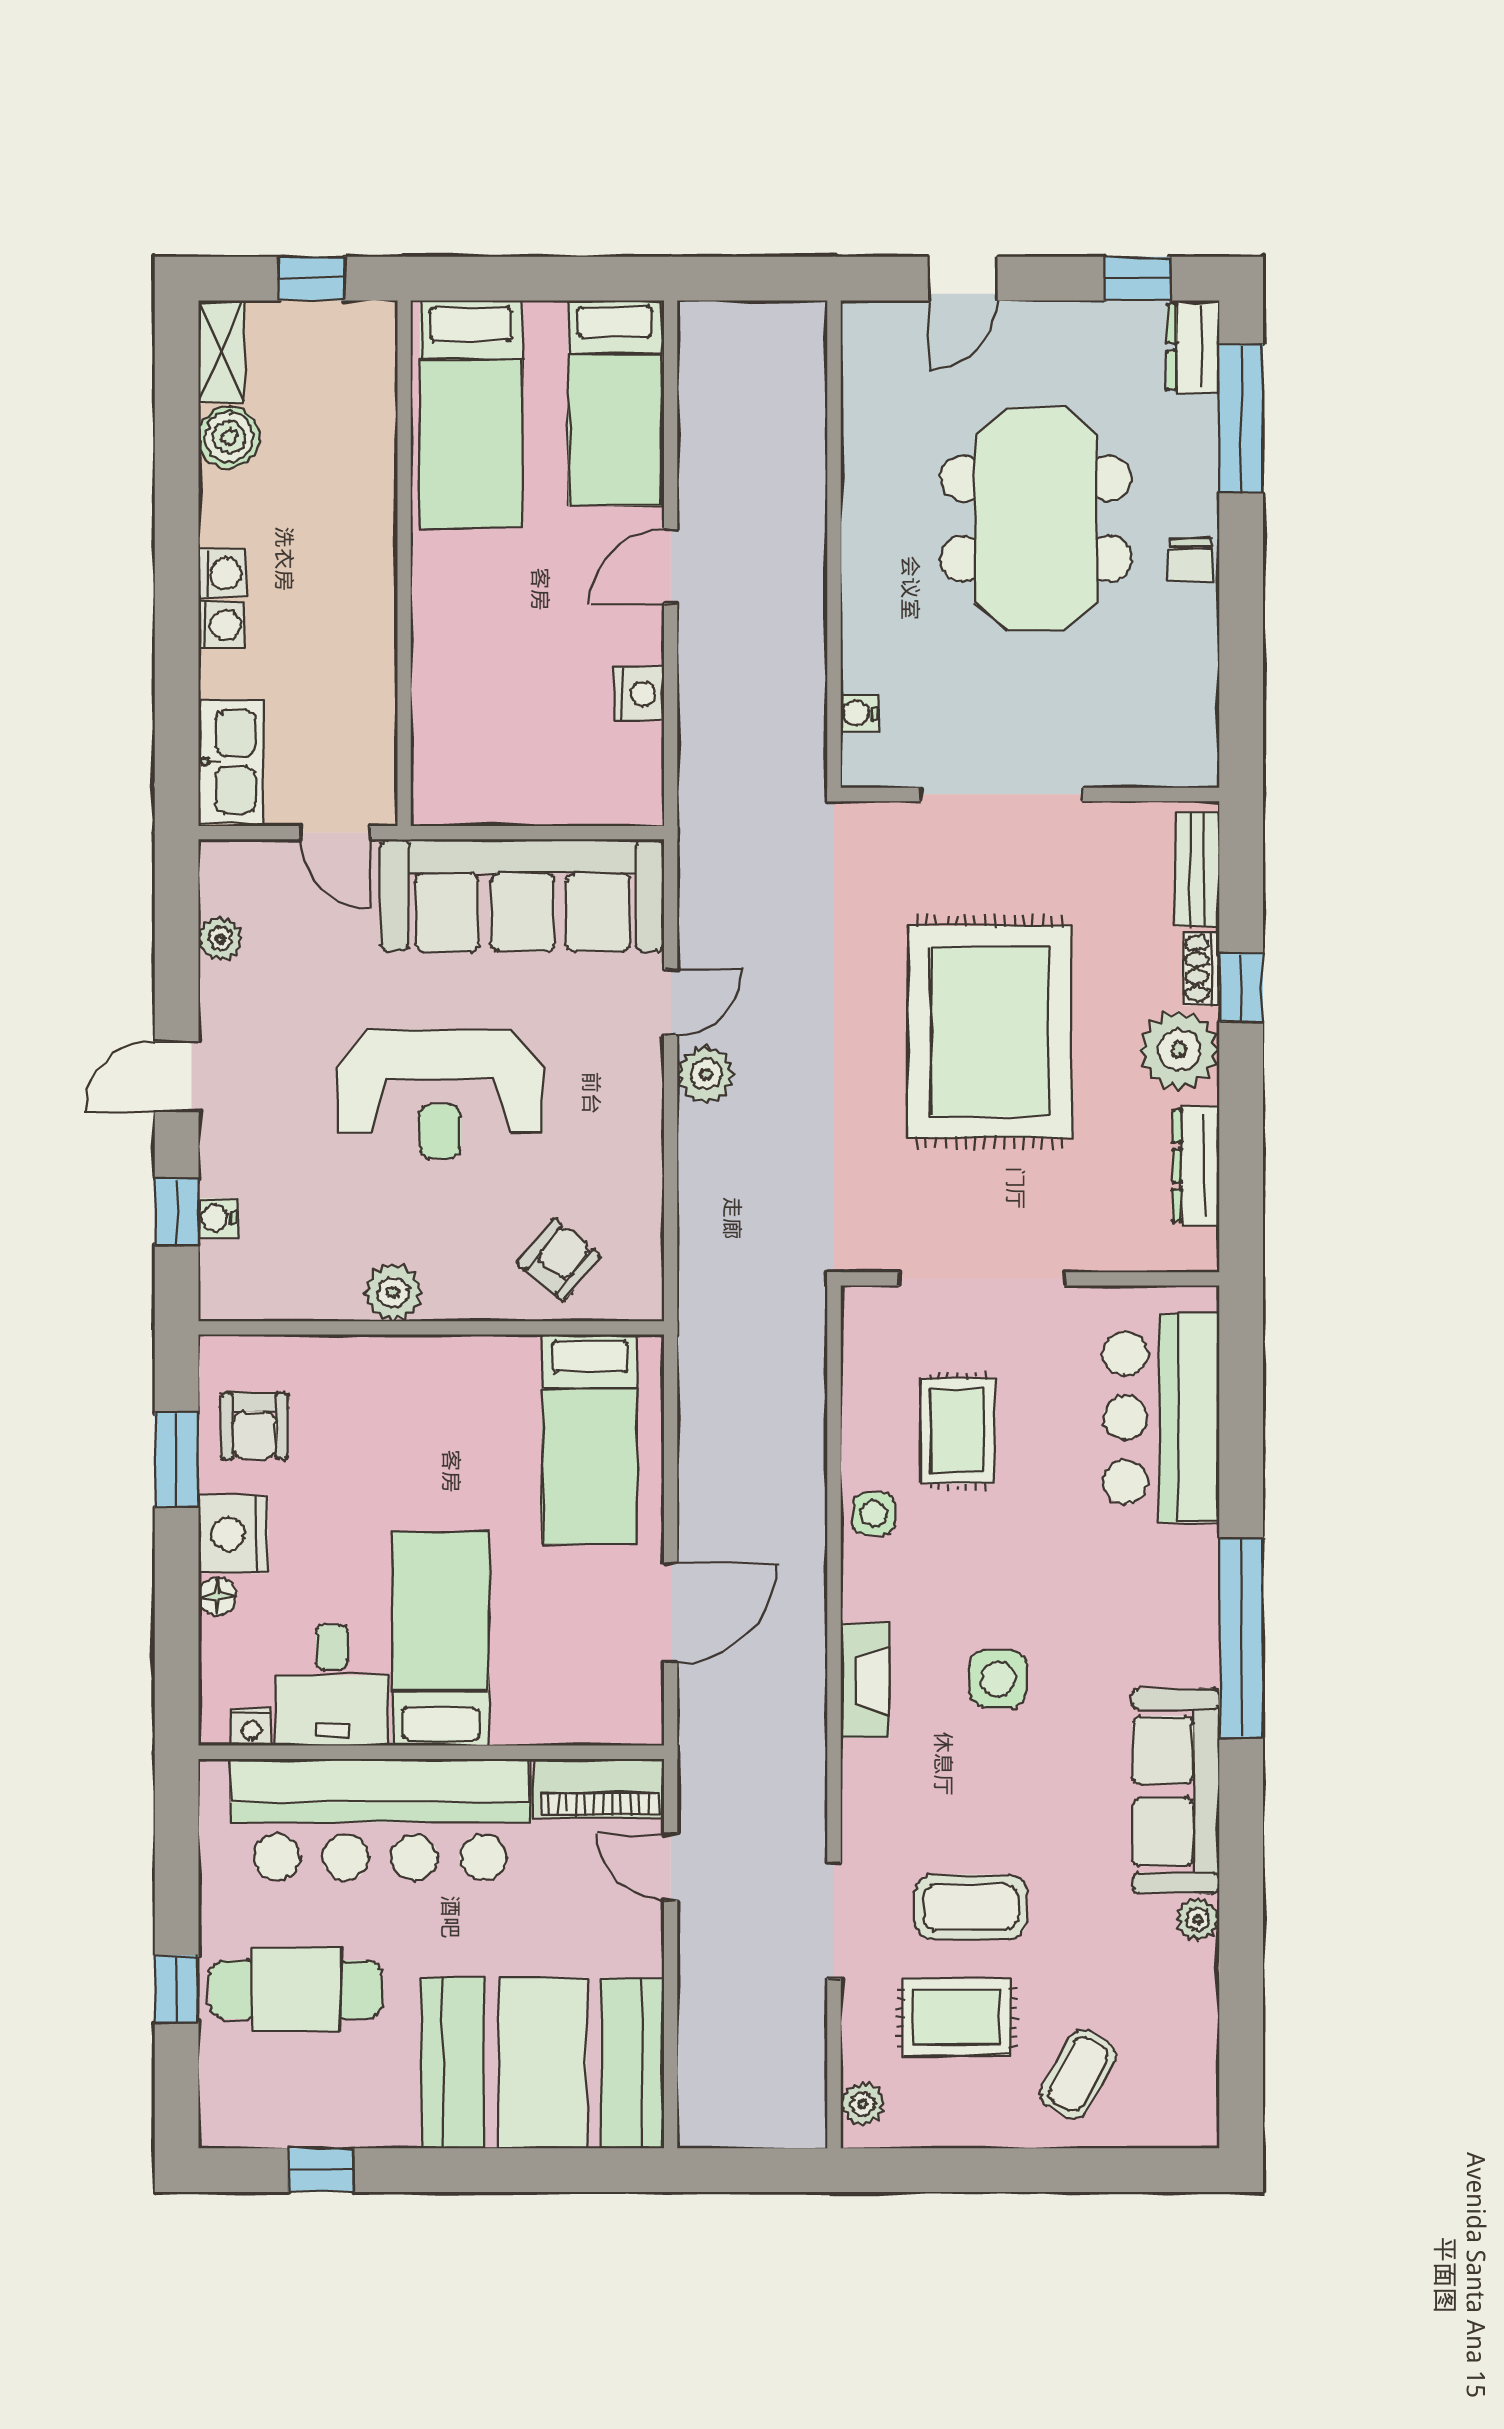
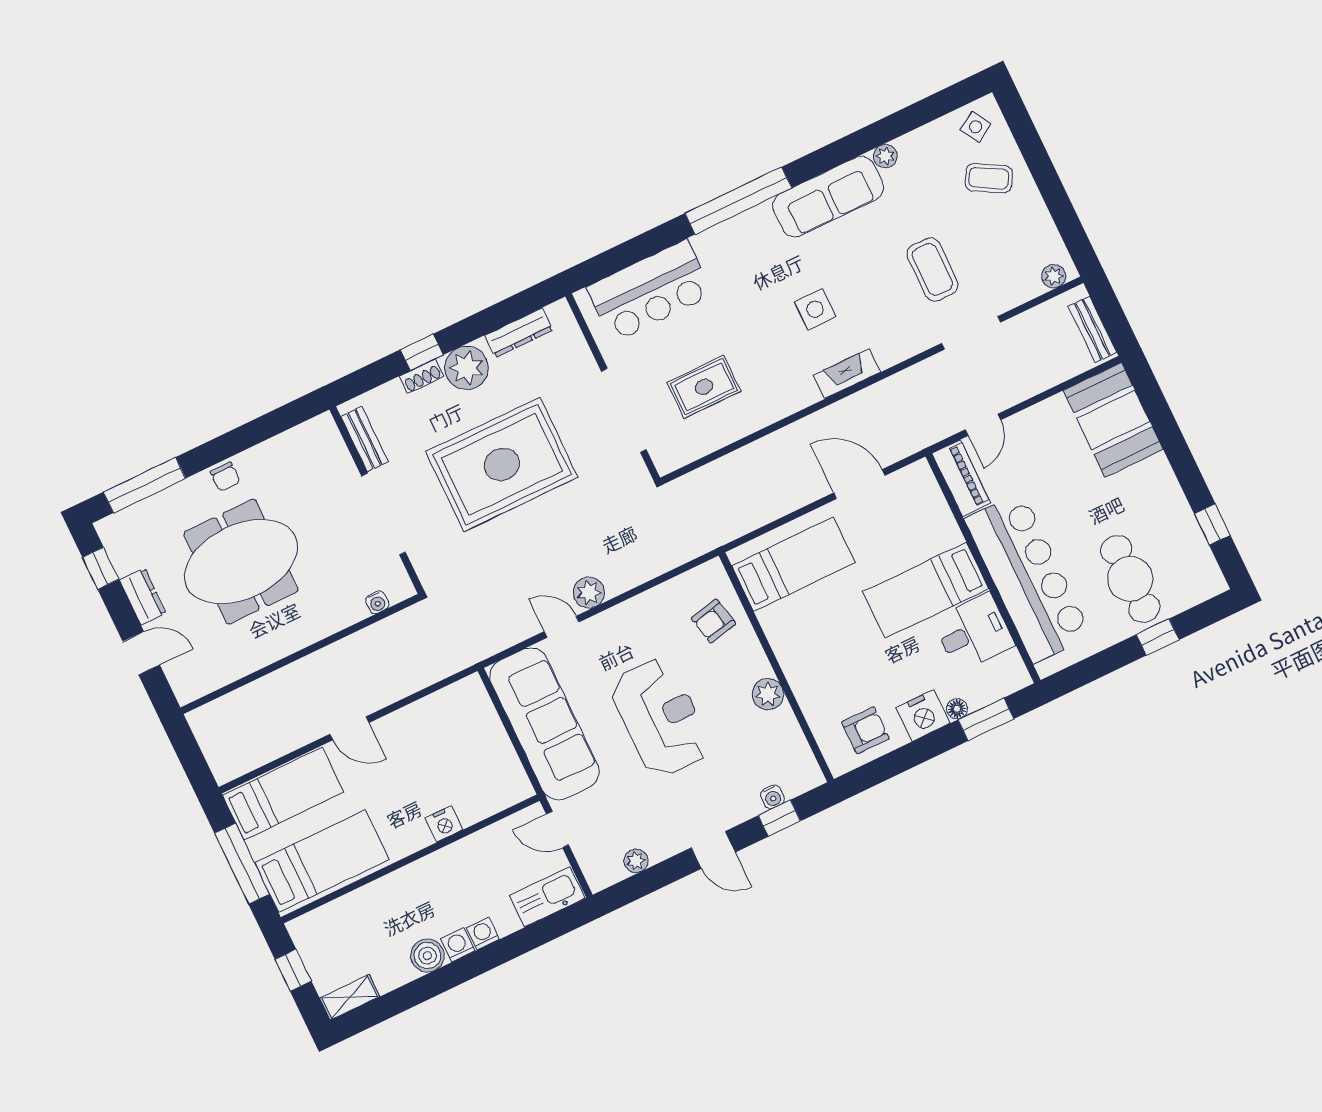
window: (531, 279) -> (242, 864), added
dresser: (1193, 347) -> (143, 596), moved, turned -90
boiler: (229, 437) -> (427, 956), moved
chair: (1190, 560) -> (225, 477), turned 90
nightstand: (639, 694) -> (444, 824), moved, turned 180
door: (335, 833) -> (557, 830), swing flipped
bench: (1198, 870) -> (364, 439), moved, turned 90
armchair: (559, 1260) -> (713, 621), turned -51
window: (177, 1460) -> (986, 719), moved
side table: (874, 1514) -> (976, 127), moved, turned -31
nightstand: (251, 1727) -> (1013, 662), removed
rug: (957, 2017) -> (990, 250), removed
booth: (543, 2063) -> (1113, 420), width x0.73, depth x0.70
bench: (743, 2126) -> (1092, 329), added

